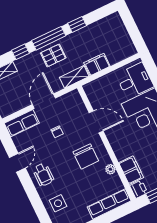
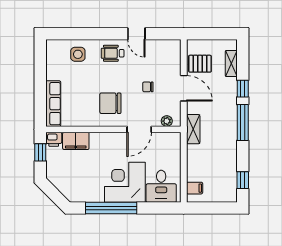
window: (77, 24) -> (243, 180), moved
pallet: (53, 55) -> (200, 64), moved, turned 90
filing cabinet: (97, 65) -> (195, 188), moved, width x0.50
row of seats: (22, 123) -> (173, 56), removed
plant: (110, 169) -> (167, 121), moved

